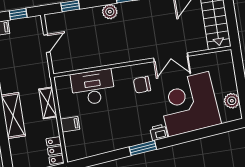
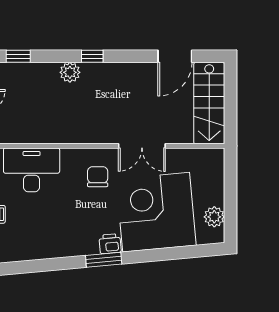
chair: (142, 85) -> (98, 177), turned 92
window: (143, 148) -> (104, 260), moved

